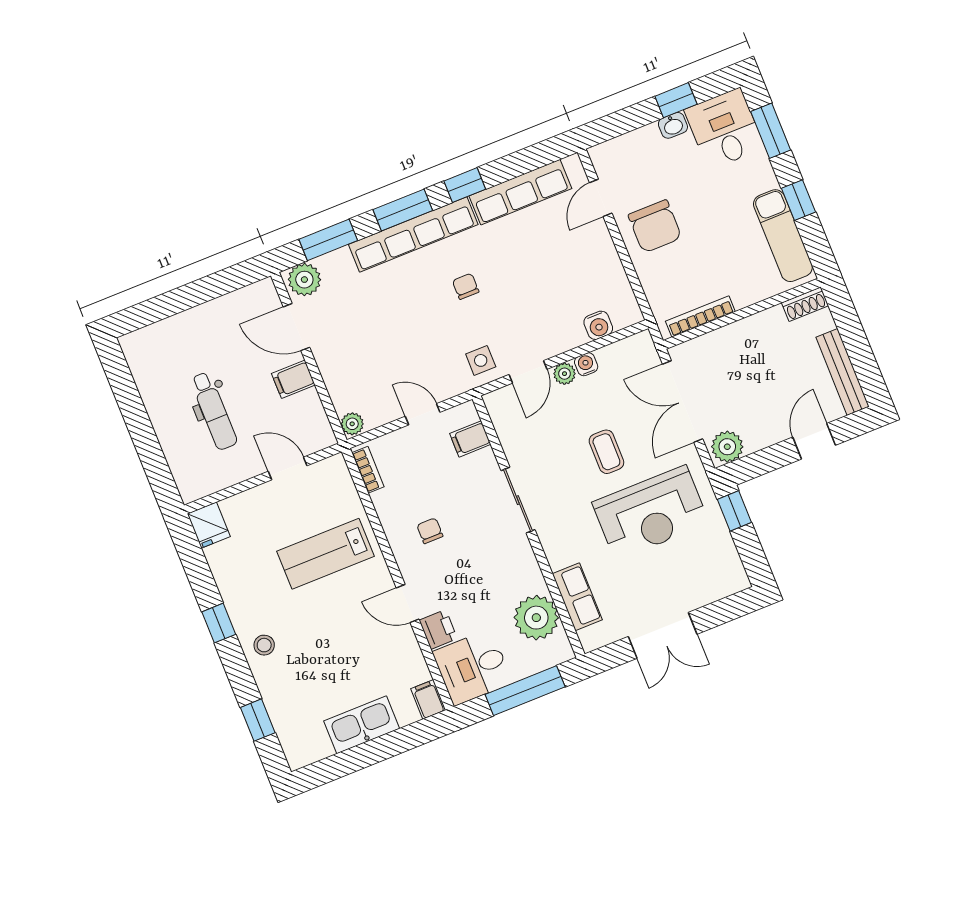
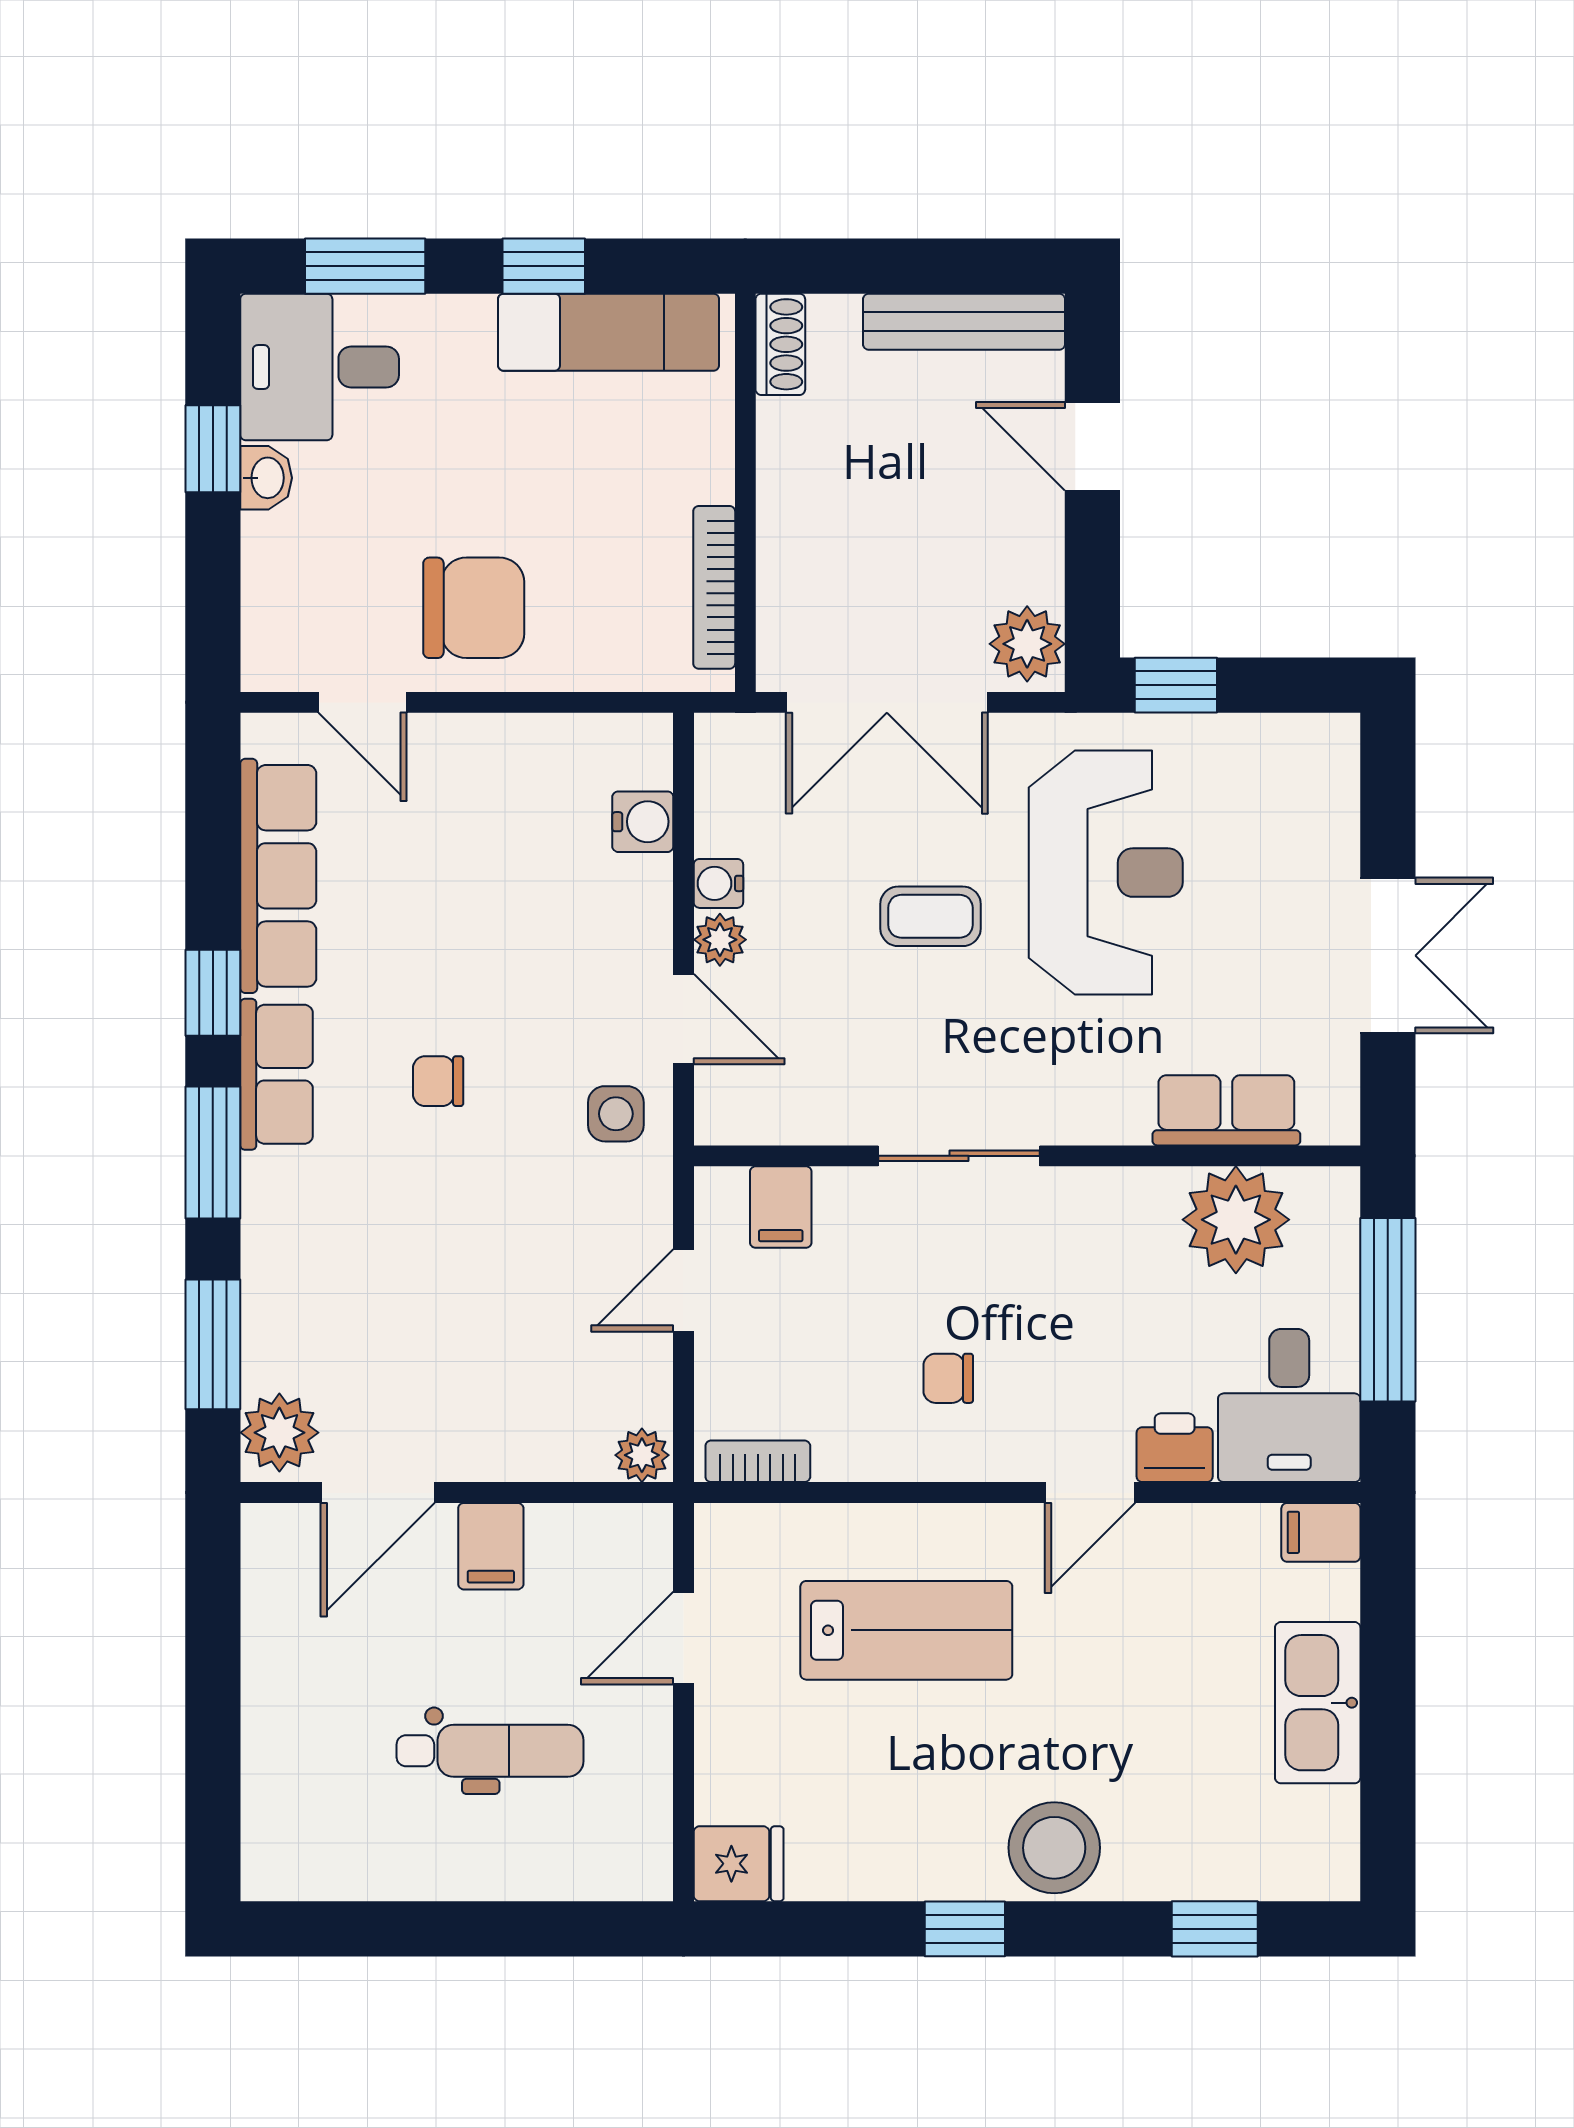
row of seats: (413, 235) -> (277, 1074), width x0.50
lab bench: (325, 554) -> (906, 1630), turned -90
stool: (264, 645) -> (1054, 1848), width x1.89, depth x1.89

